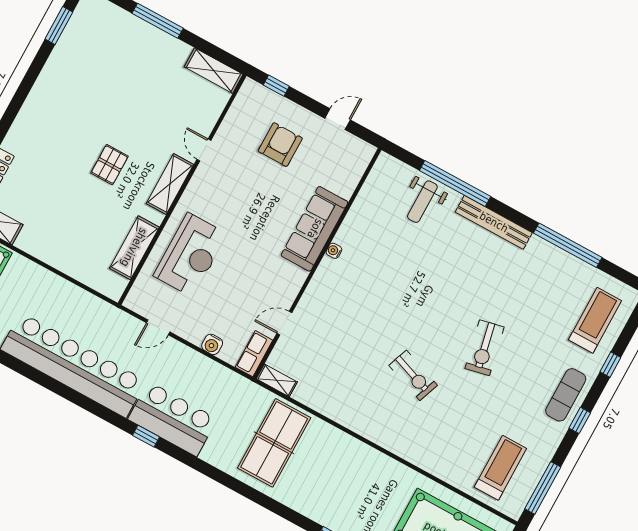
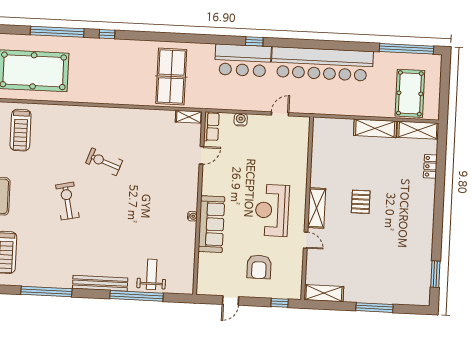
shelving: (134, 248) -> (375, 128), moved, turned 90
reception desk: (190, 255) -> (272, 210), moved

